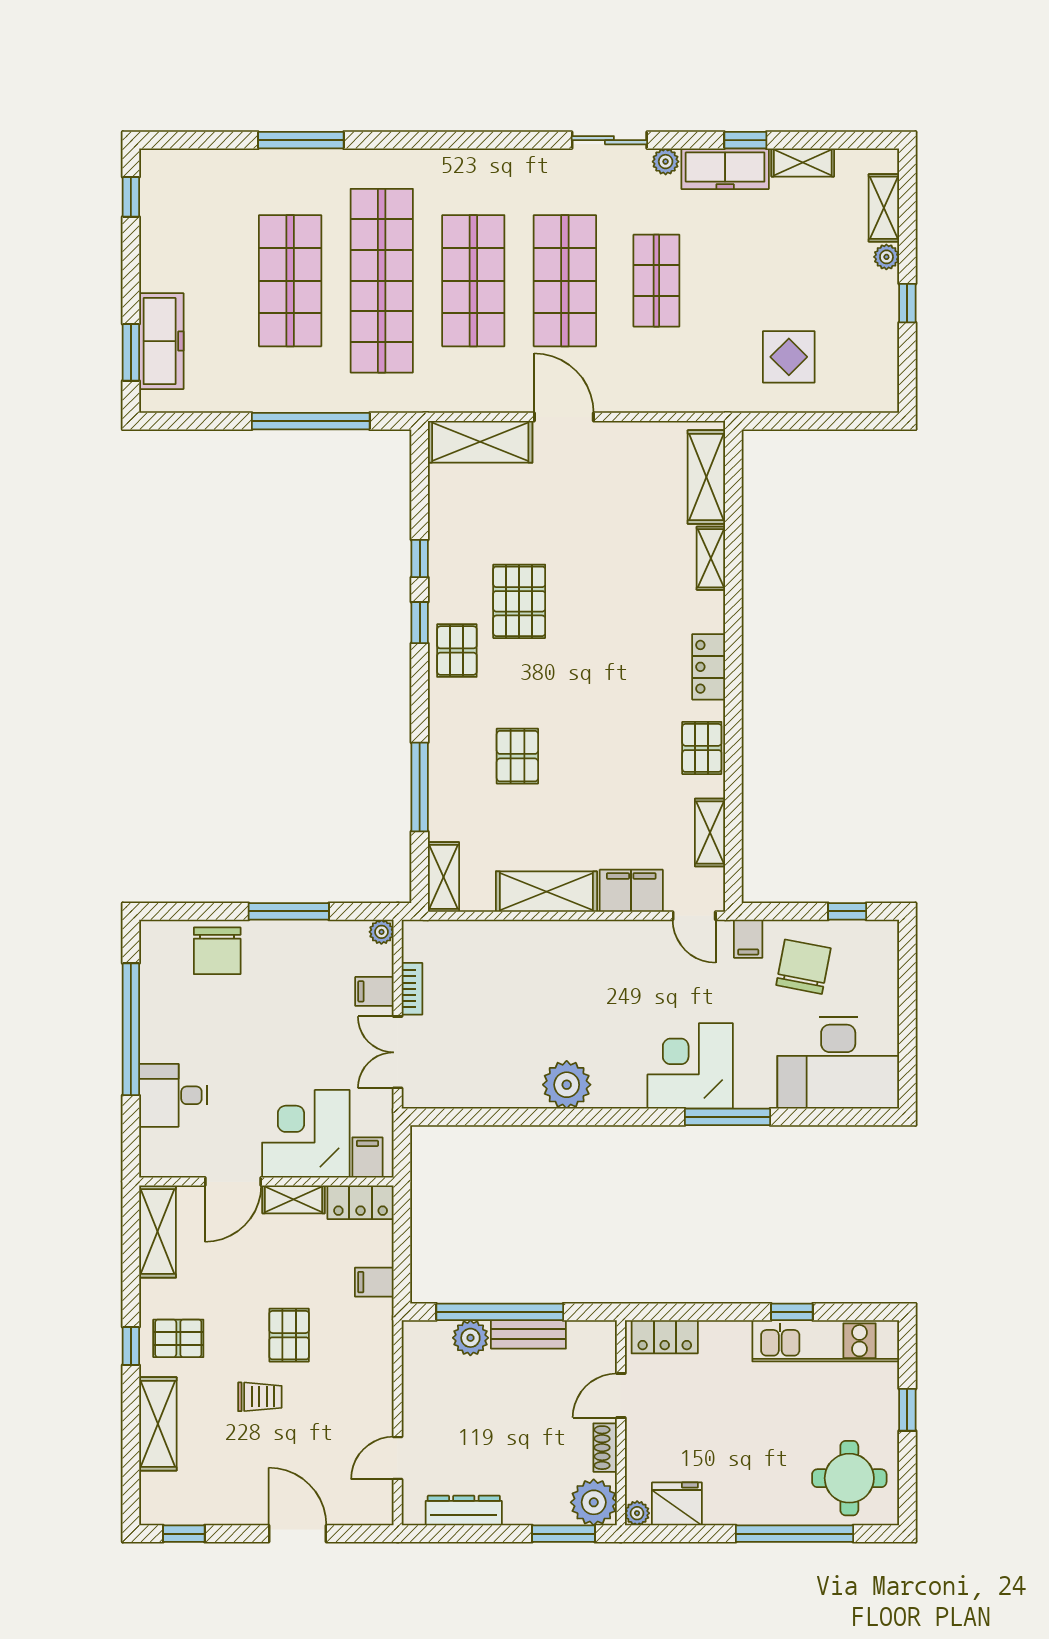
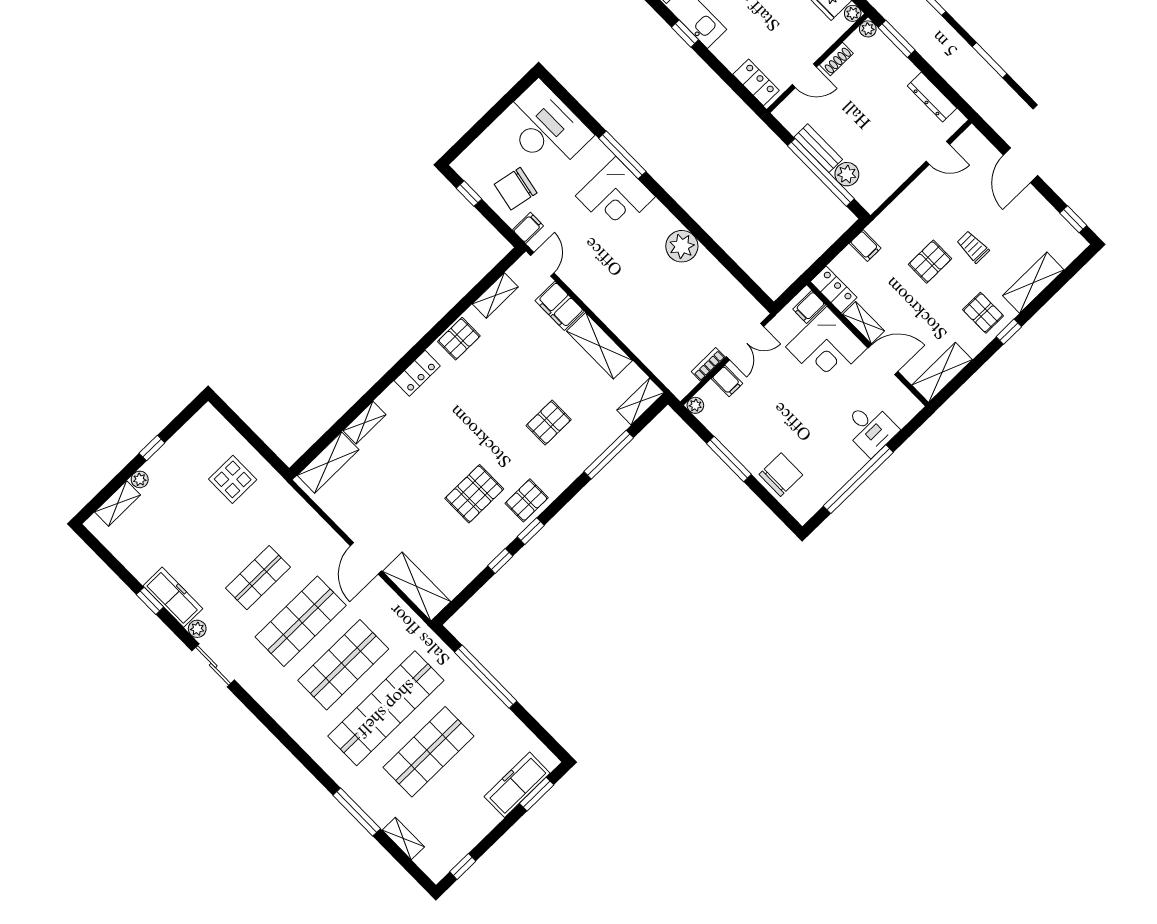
shelving: (803, 162) -> (403, 838), moved
plant: (594, 1502) -> (868, 29), width x0.53, depth x0.53

